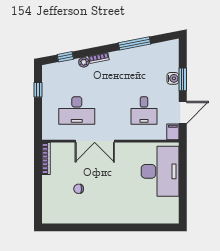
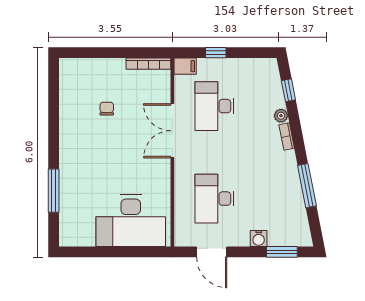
window: (183, 79) -> (282, 252), moved
window: (38, 90) -> (216, 53), moved
desk: (144, 111) -> (214, 199), width x1.37
filing cabinet: (173, 132) -> (185, 66), moved
window: (138, 227) -> (54, 191), added

